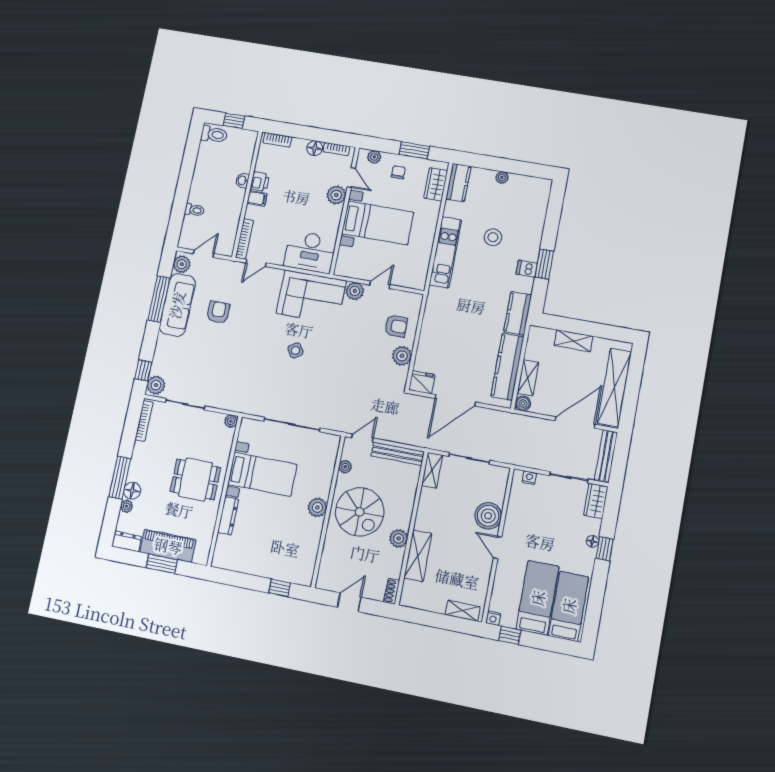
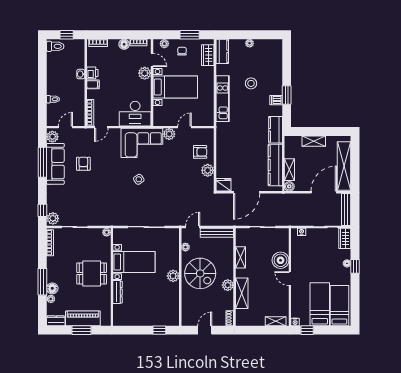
shelving: (432, 470) -> (240, 257), moved

